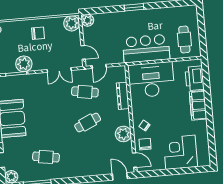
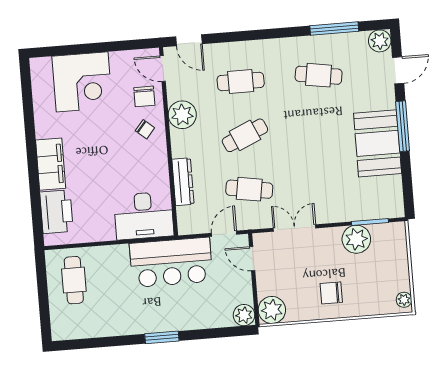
bar counter: (146, 49) -> (171, 262), moved
desk: (151, 80) -> (144, 216), width x0.73, depth x0.77
cafe table: (90, 153) -> (241, 81), added

